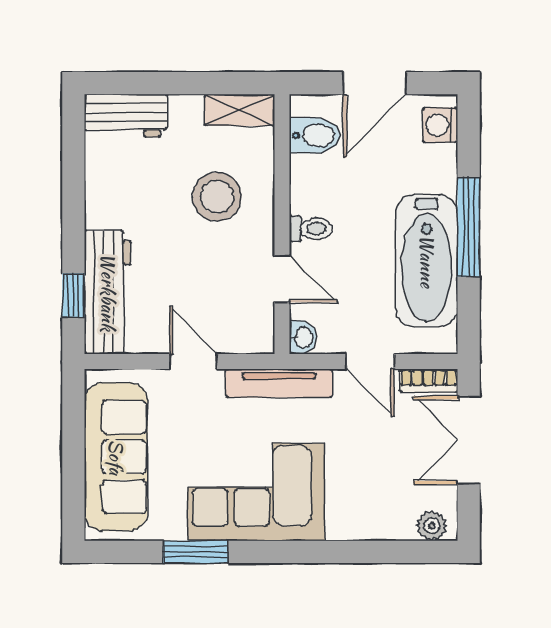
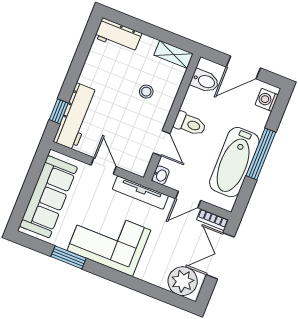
stool: (217, 197) -> (146, 92), width x0.53, depth x0.53
toilet: (311, 229) -> (190, 124), width x1.37, depth x1.39
door: (370, 361) -> (188, 200), hinge flipped
plant: (432, 526) -> (183, 281), width x1.88, depth x1.88

